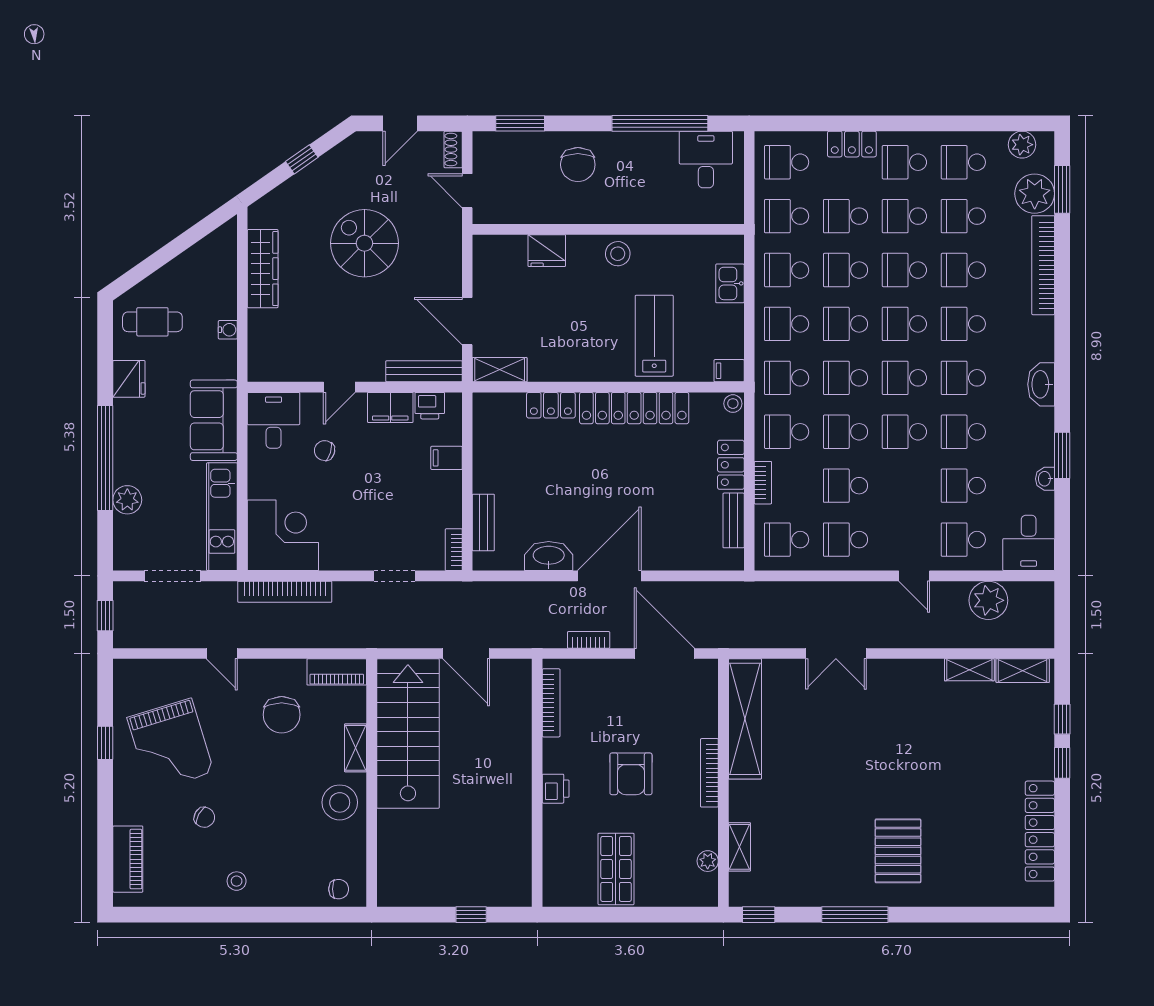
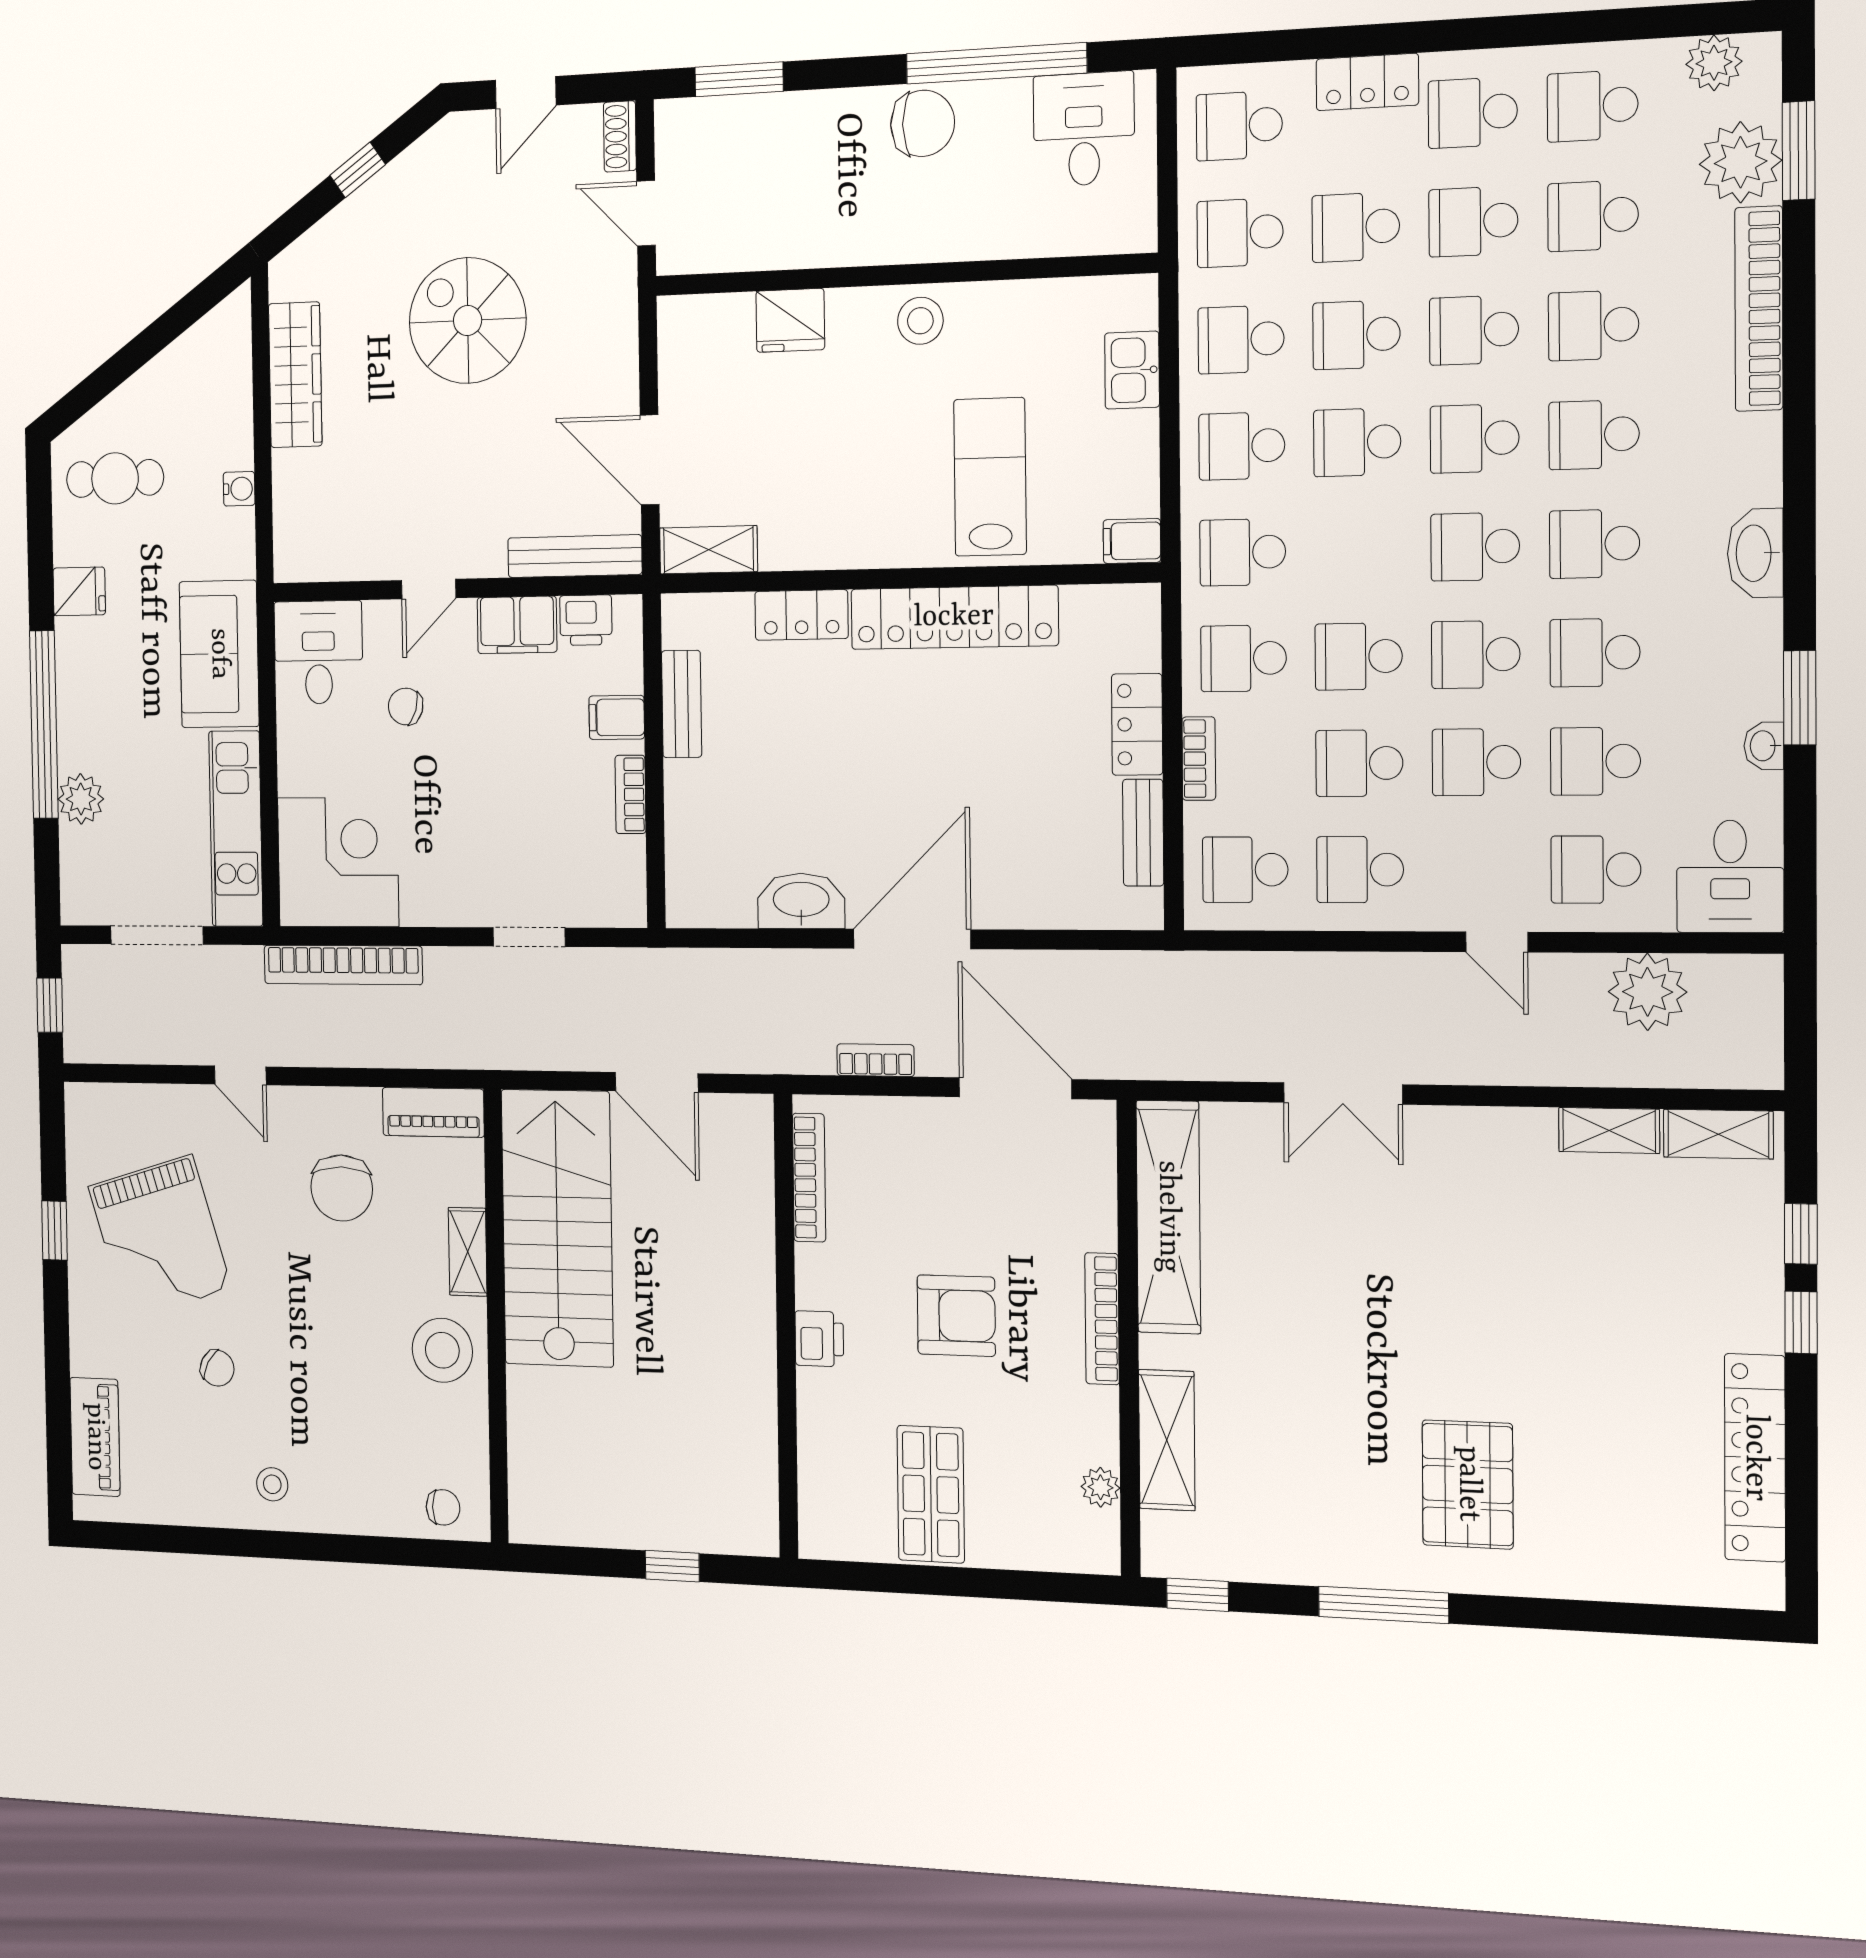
chair: (578, 165) -> (923, 123), moved, turned -90
school desk: (845, 378) -> (1476, 762), moved
fridge: (129, 379) -> (79, 591), width x0.72
stool: (733, 404) -> (1140, 605), removed
bench: (483, 523) -> (682, 704), moved
bookcase: (454, 550) -> (630, 794), moved
armchair: (631, 774) -> (956, 1316), turned -90
shelving: (739, 847) -> (1167, 1440), width x1.50, depth x1.33

